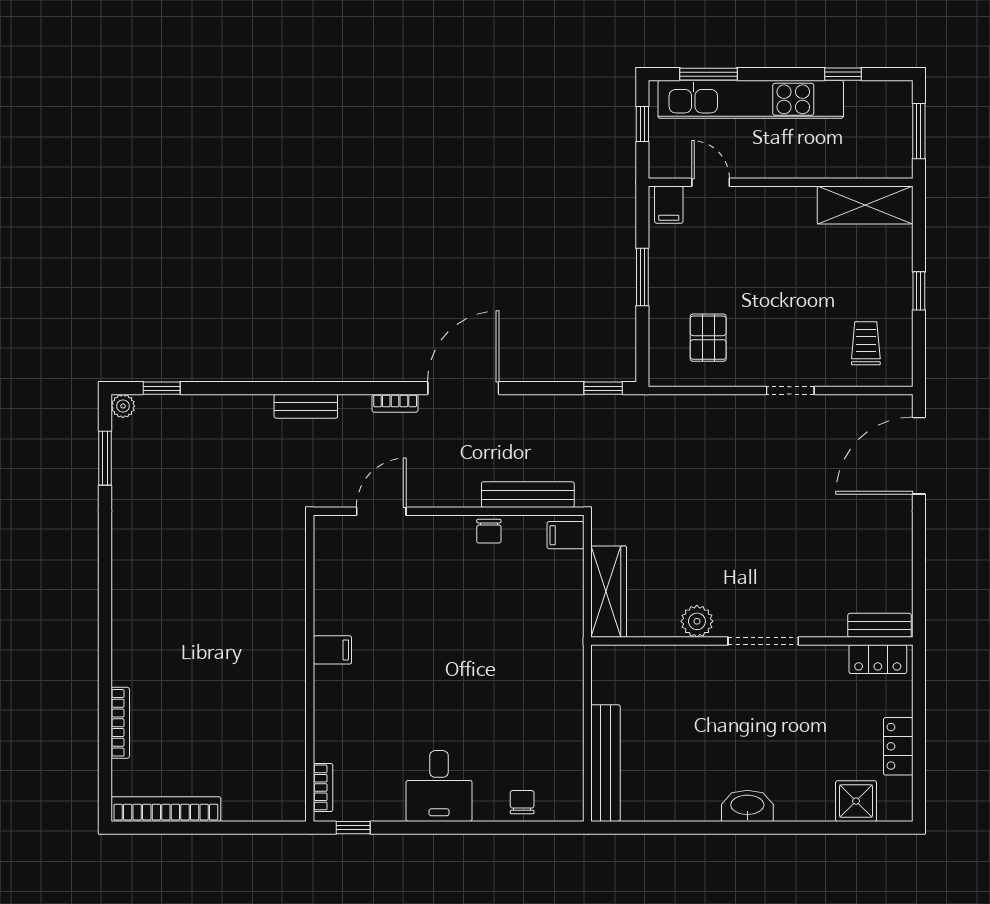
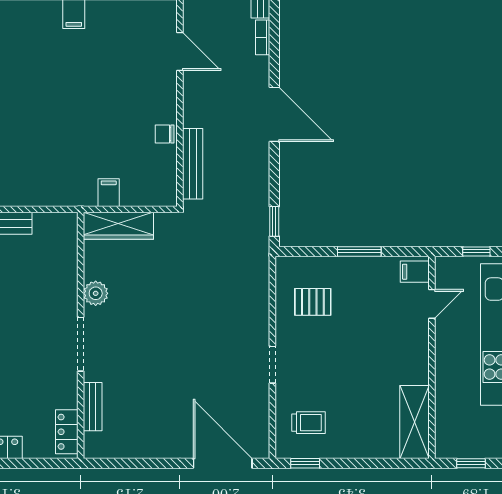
window: (919, 131) -> (471, 463), width x0.67
window: (919, 291) -> (305, 463), moved
bookcase: (395, 403) -> (263, 37), moved
filing cabinet: (565, 535) -> (109, 193), moved
bench: (880, 625) -> (93, 407), moved

